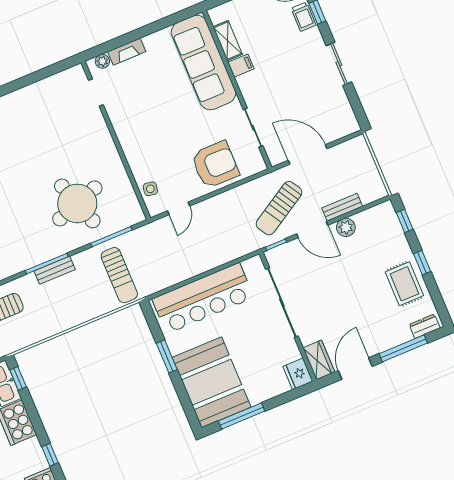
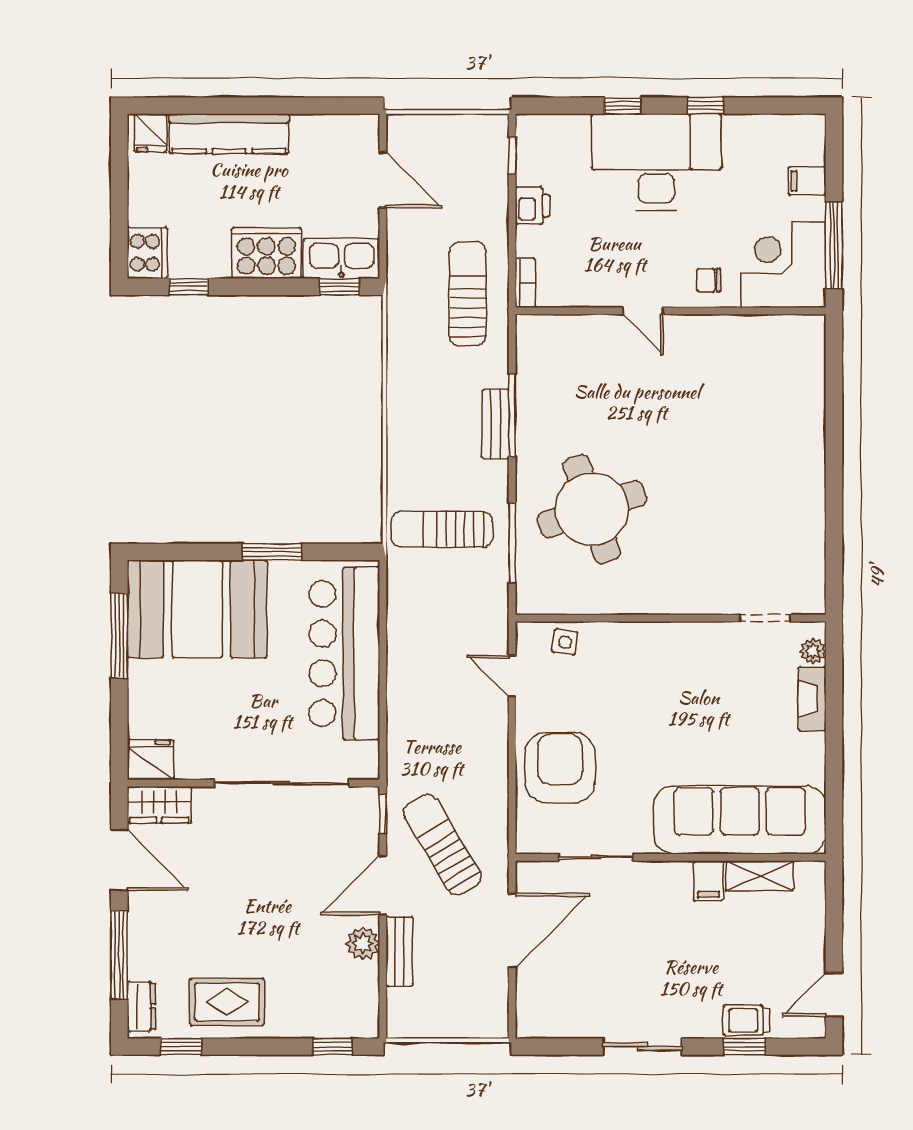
armchair: (215, 165) -> (560, 768), turned 180
window: (422, 263) -> (181, 1047), moved

